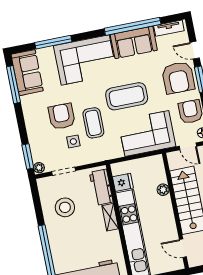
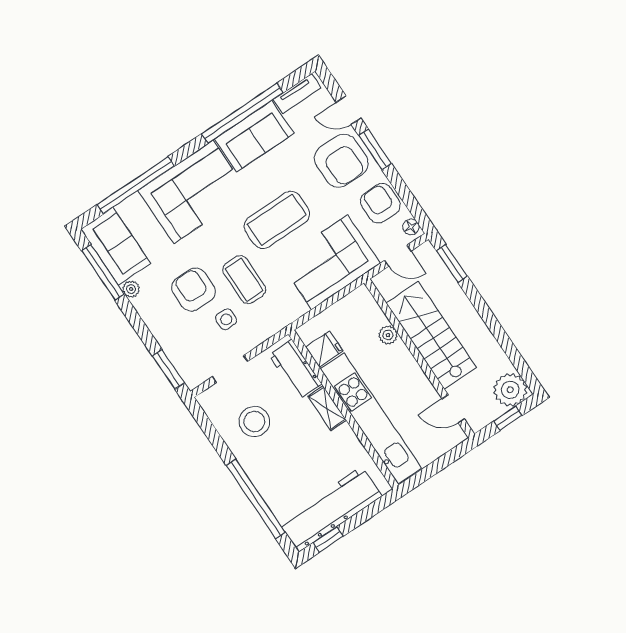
window: (53, 42) -> (136, 185), width x1.46
plant: (39, 168) -> (131, 289), moved

